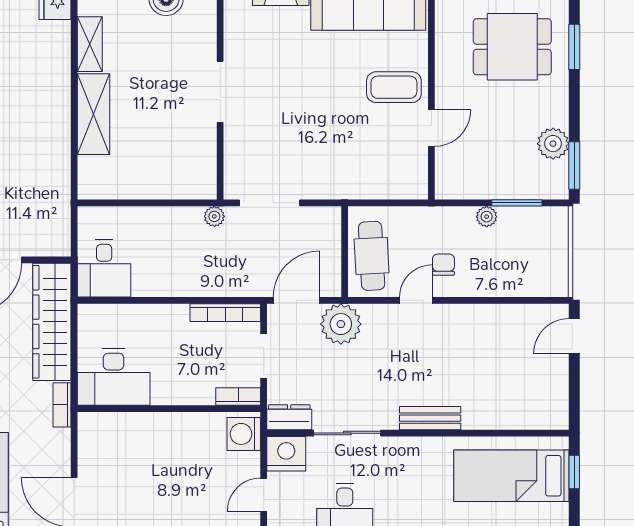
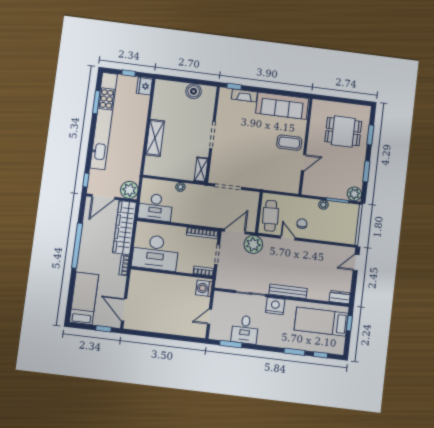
shelving: (90, 44) -> (201, 170), moved
plant: (553, 144) -> (354, 194), moved
window: (574, 165) -> (366, 171), moved
plant: (214, 216) -> (180, 187), moved
plant: (52, 237) -> (129, 190), added
desk: (104, 268) -> (155, 207), width x1.37
door: (416, 300) -> (288, 238), hinge flipped
desk: (114, 377) -> (155, 253), width x1.36, depth x1.30
dresser: (289, 417) -> (340, 297), moved
bench: (430, 418) -> (288, 291), width x1.36
nightstand: (286, 454) -> (275, 306), moved

